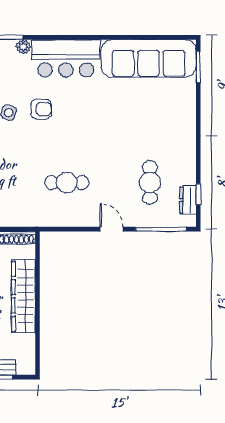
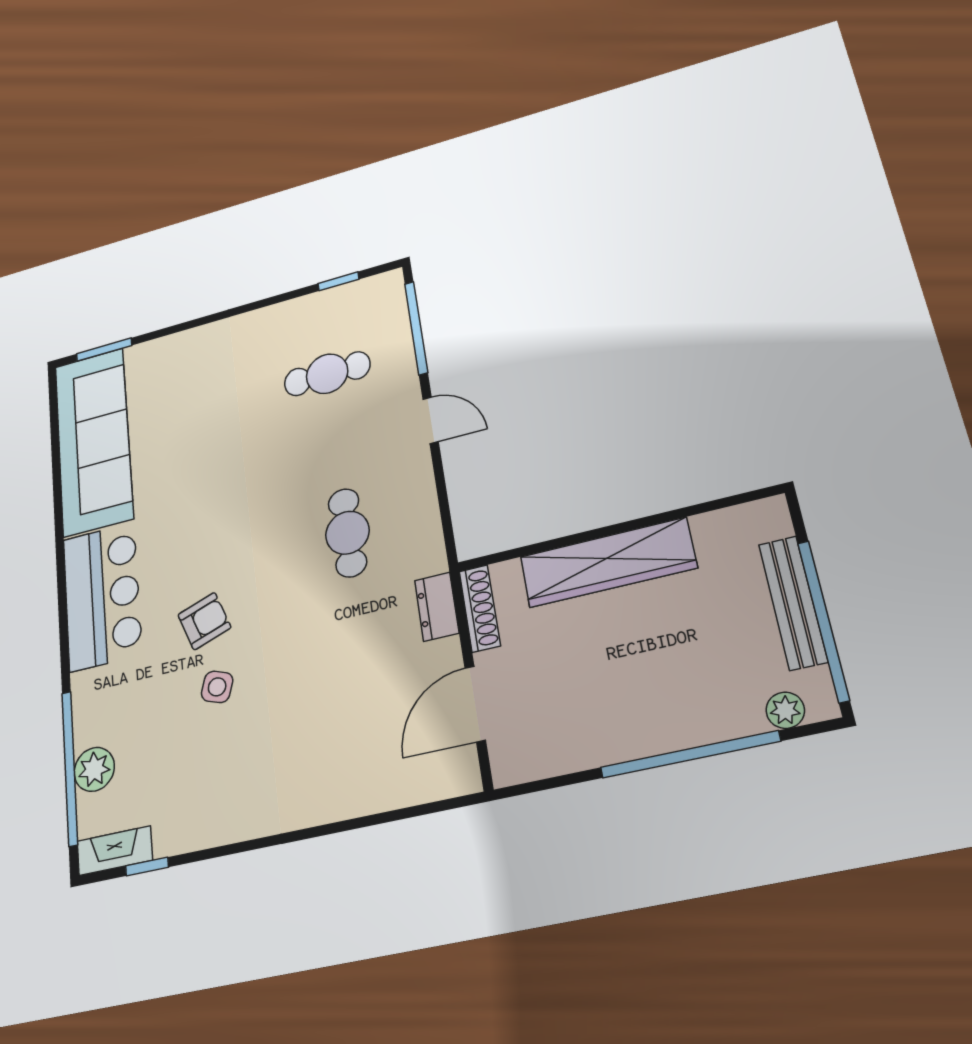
plant: (23, 47) -> (85, 687), removed
armchair: (41, 109) -> (204, 621), turned 71
dresser: (188, 200) -> (437, 607), moved, turned 90
door: (111, 229) -> (431, 420), swing flipped

